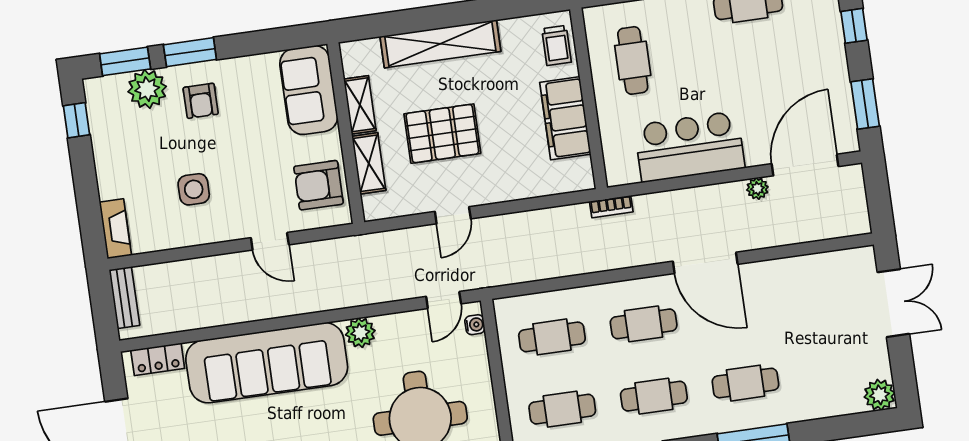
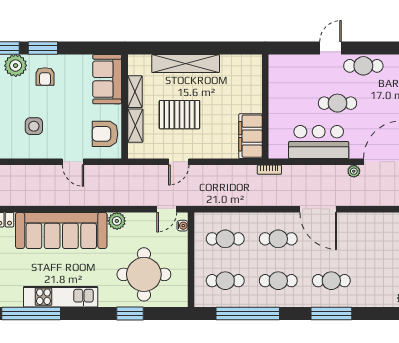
trolley: (557, 45) -> (251, 74), removed
cafe table: (633, 60) -> (338, 103), moved, turned 90
filing cabinet: (565, 118) -> (250, 136), moved

